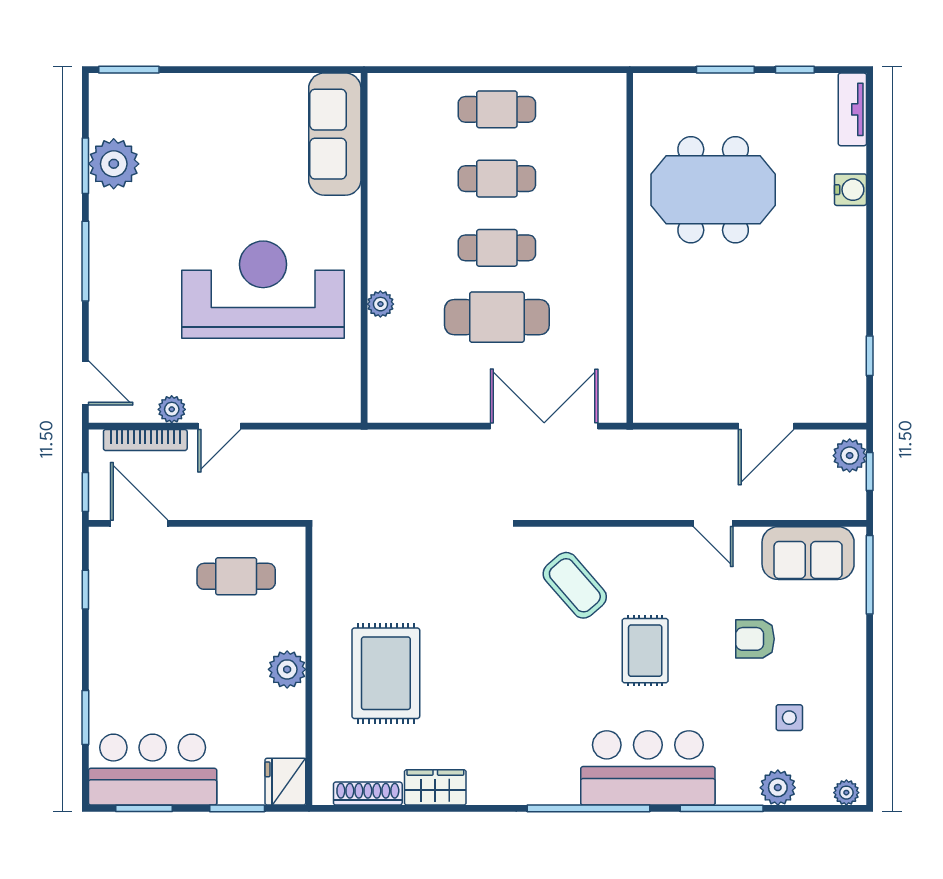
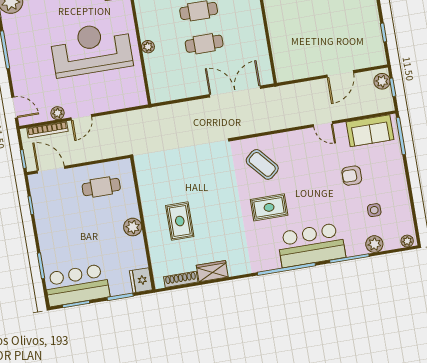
cafe table: (497, 317) -> (204, 44), width x0.73, depth x0.74
rug: (645, 651) -> (269, 207), moved, turned 90
rug: (386, 673) -> (180, 221), width x0.73, depth x0.70

